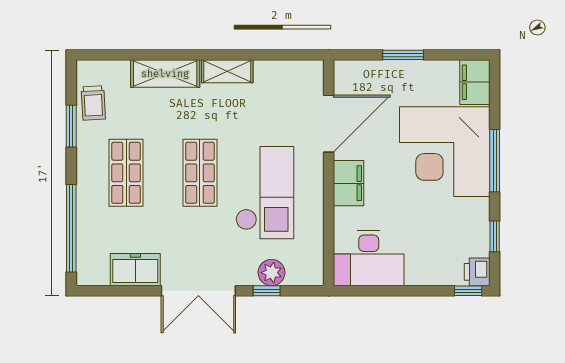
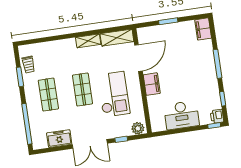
shelving: (165, 74) -> (117, 38), moved
corner desk: (445, 152) -> (194, 63), removed
desk: (369, 258) -> (181, 115), moved
plant: (272, 273) -> (138, 128), moved

